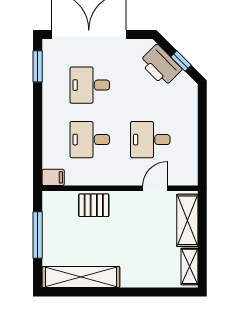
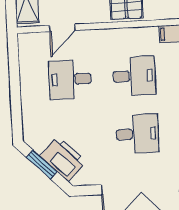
window: (181, 61) -> (42, 164), width x1.50
desk: (150, 140) -> (70, 79), turned 180

